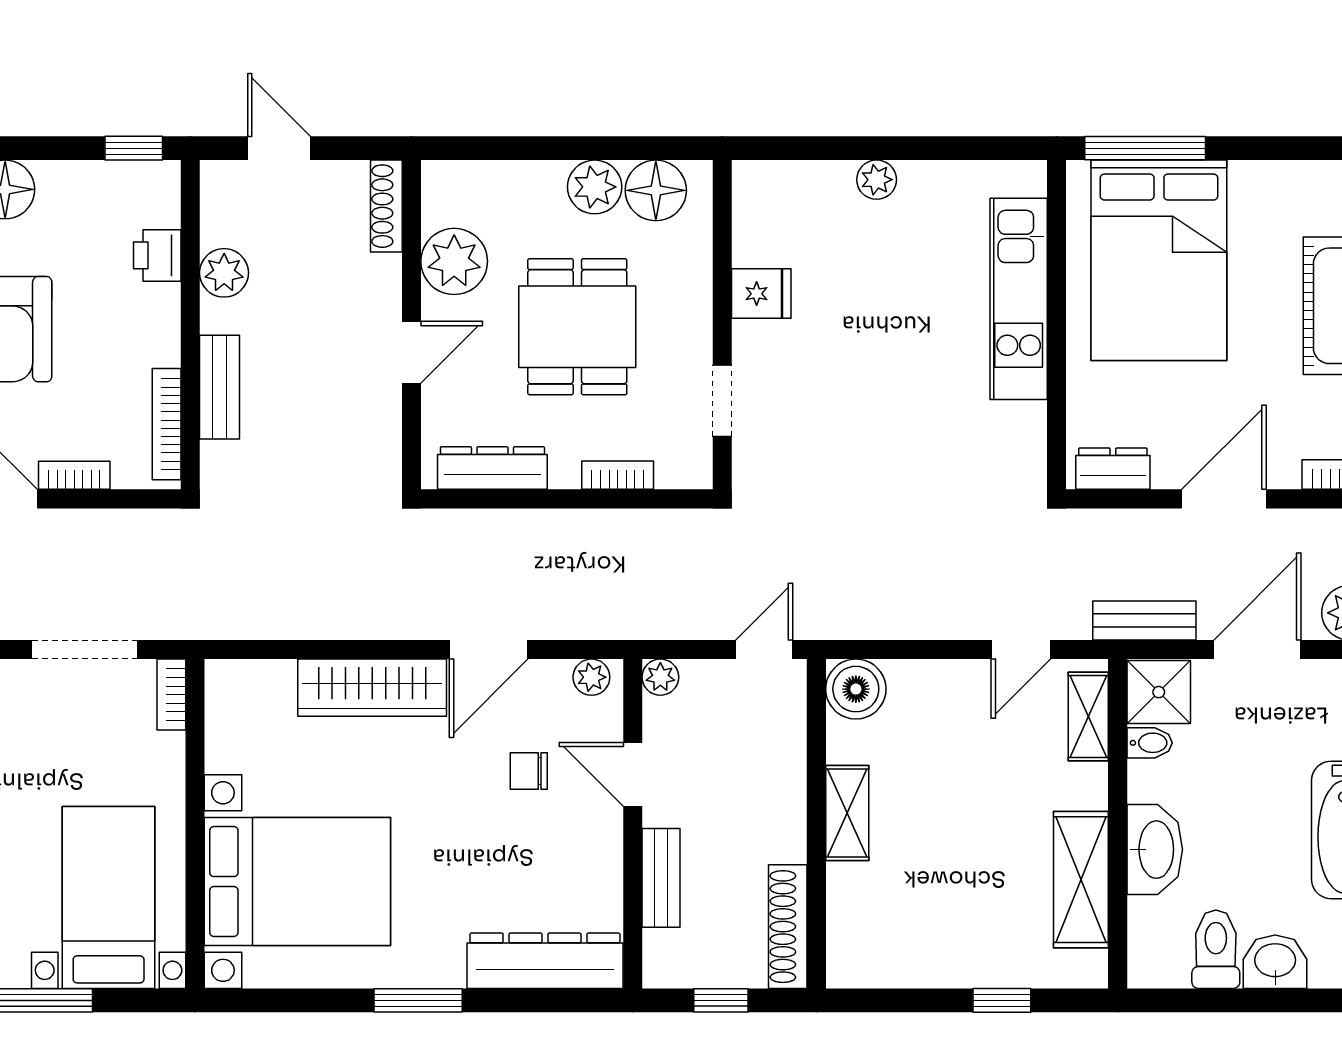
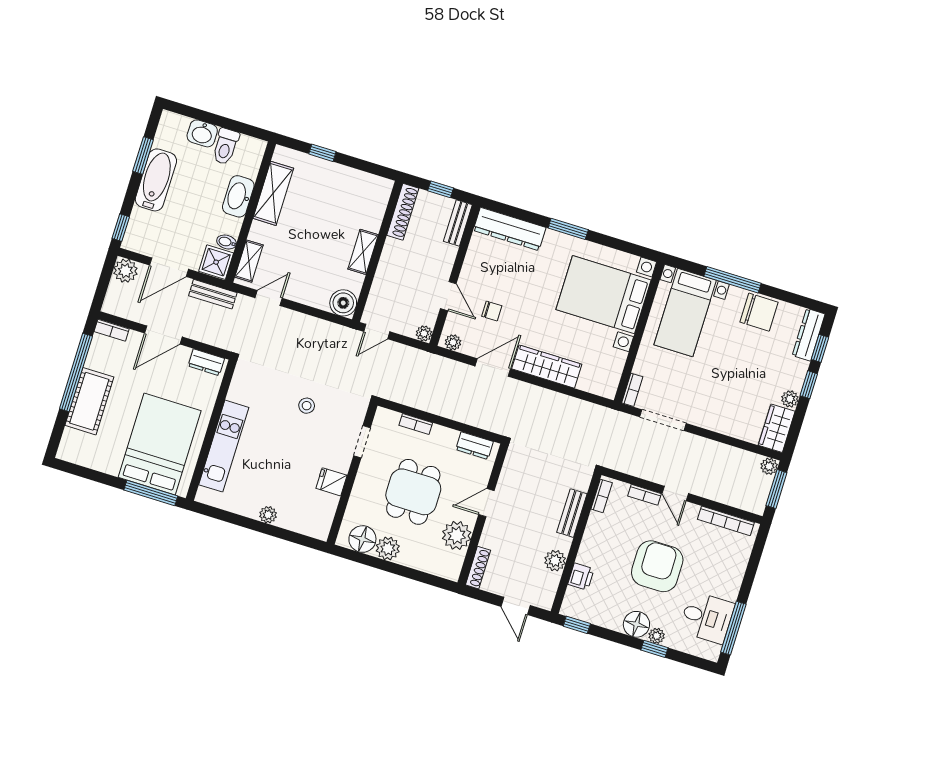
bookcase: (167, 424) -> (602, 496), width x0.64
stool: (866, 442) -> (307, 406), added
dresser: (492, 468) -> (474, 446), width x0.70
bench: (661, 878) -> (458, 223), moved

